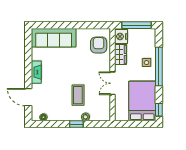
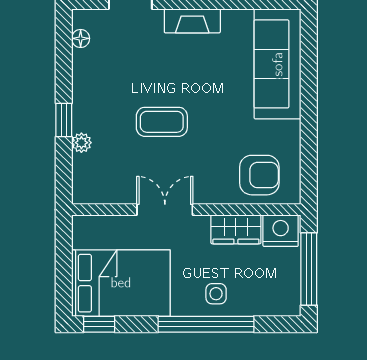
coffee table: (78, 95) -> (162, 122), moved

